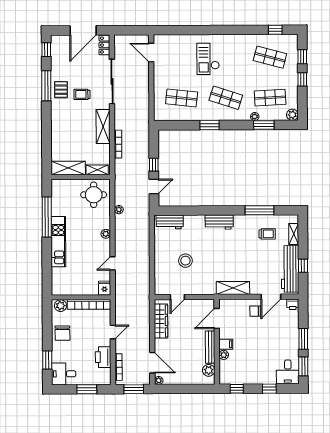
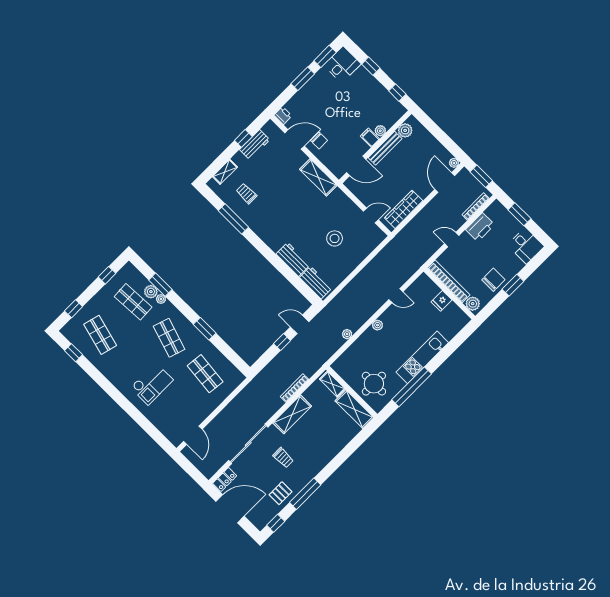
window: (302, 79) -> (107, 275), moved
pallet: (61, 90) -> (281, 493), moved
plant: (292, 115) -> (151, 292), moved
round table: (94, 195) -> (374, 384), moved
workbench: (219, 222) -> (293, 259), moved
workbench: (290, 269) -> (255, 145), width x0.53, depth x0.76
fridge: (105, 288) -> (442, 301), moved
window: (47, 360) -> (513, 285), moved

